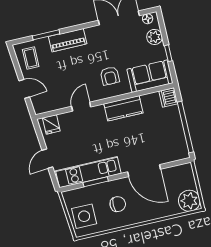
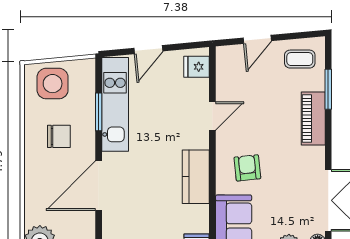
armchair: (110, 76) -> (247, 168), turned 84
door: (81, 107) -> (212, 116), hinge flipped
door: (47, 159) -> (148, 50), swing flipped
chair: (118, 204) -> (59, 136), turned -90

